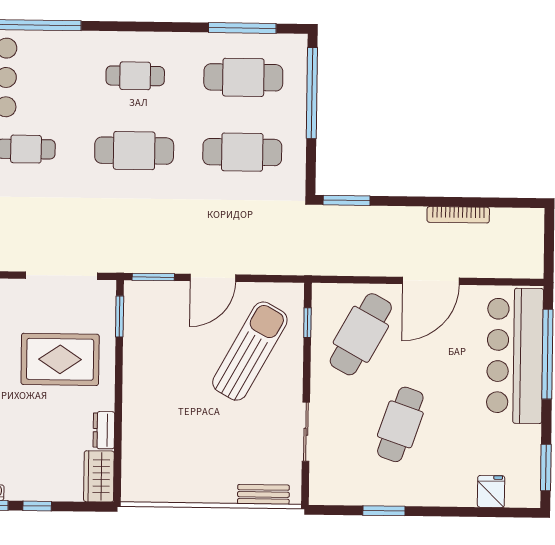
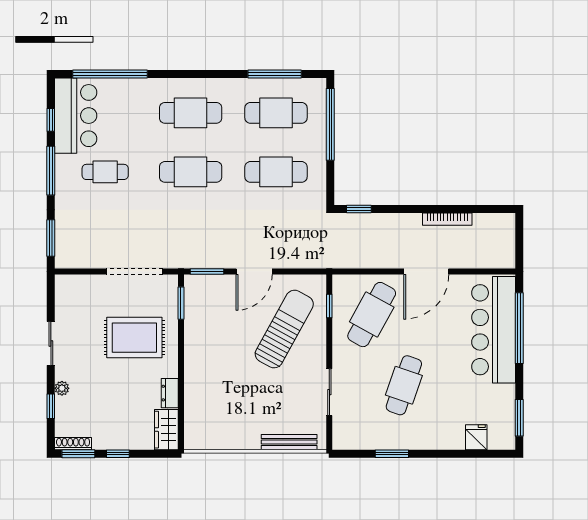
cafe table: (135, 76) -> (191, 113), width x1.37, depth x1.35
window: (347, 200) -> (359, 209), width x0.67
bench: (263, 494) -> (289, 442), width x1.36

